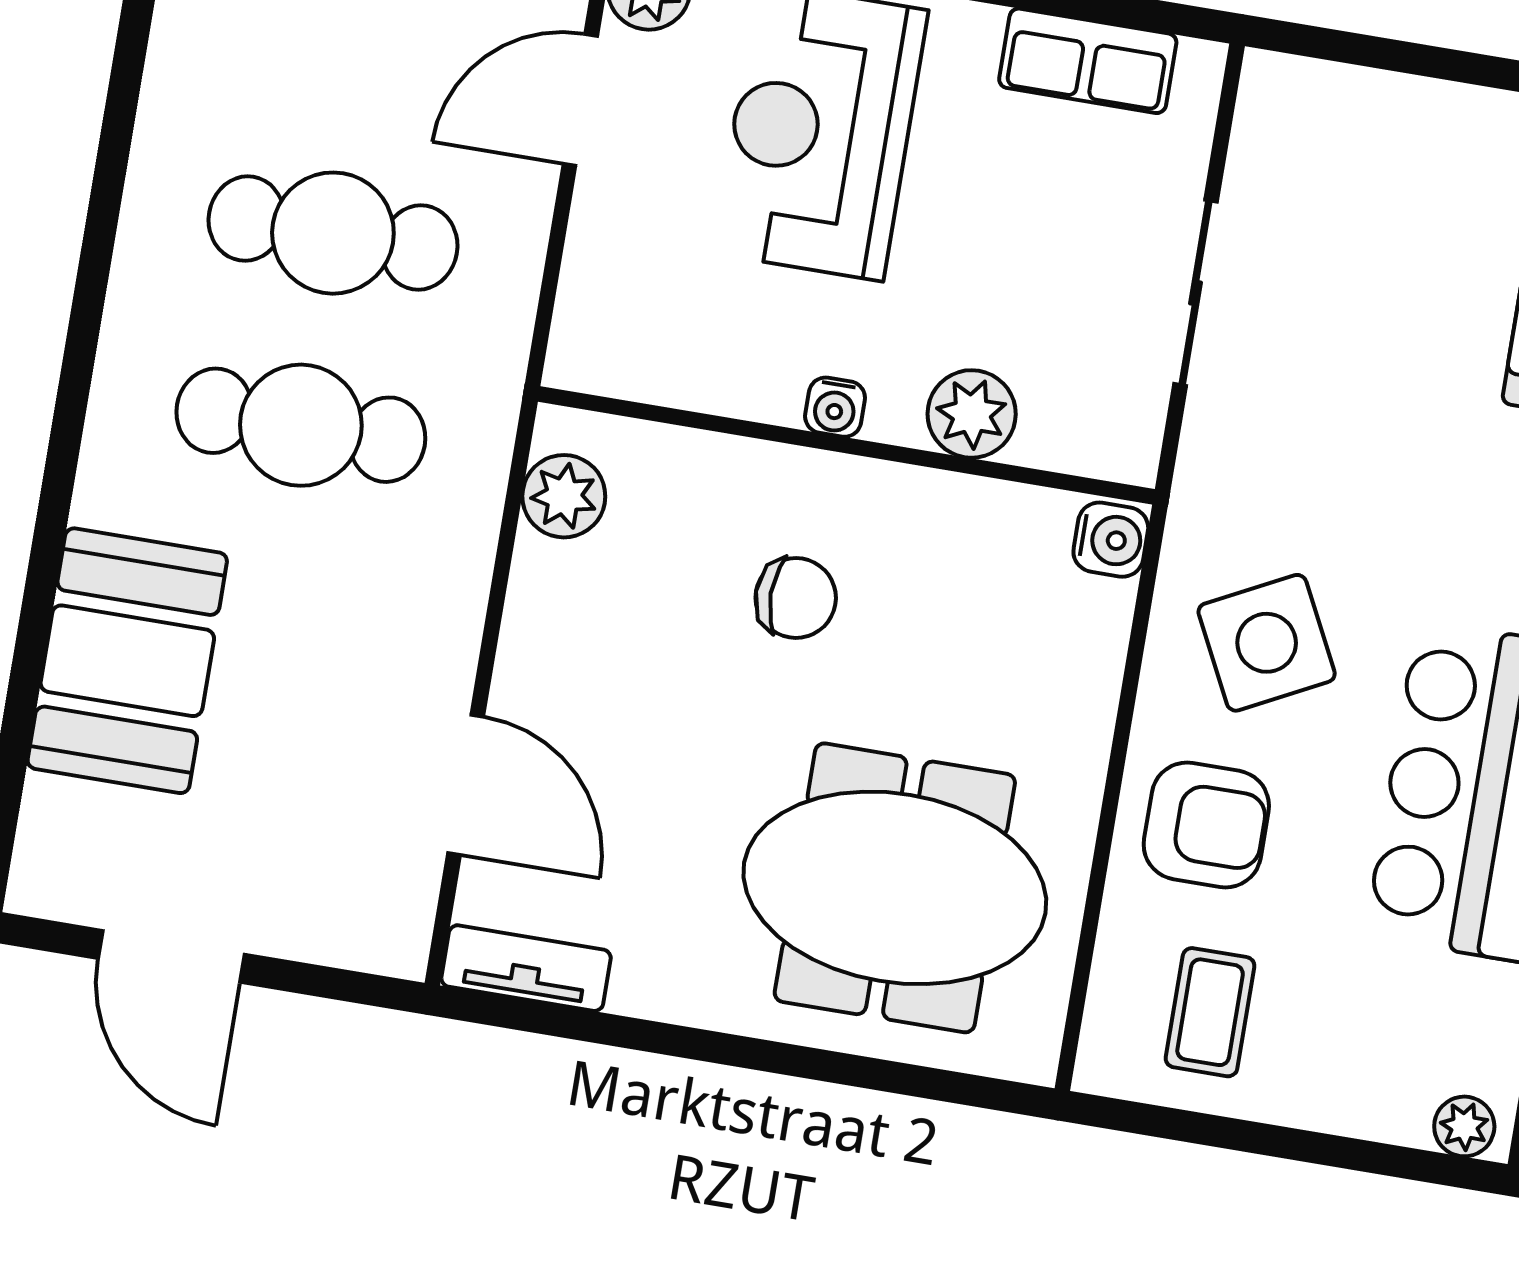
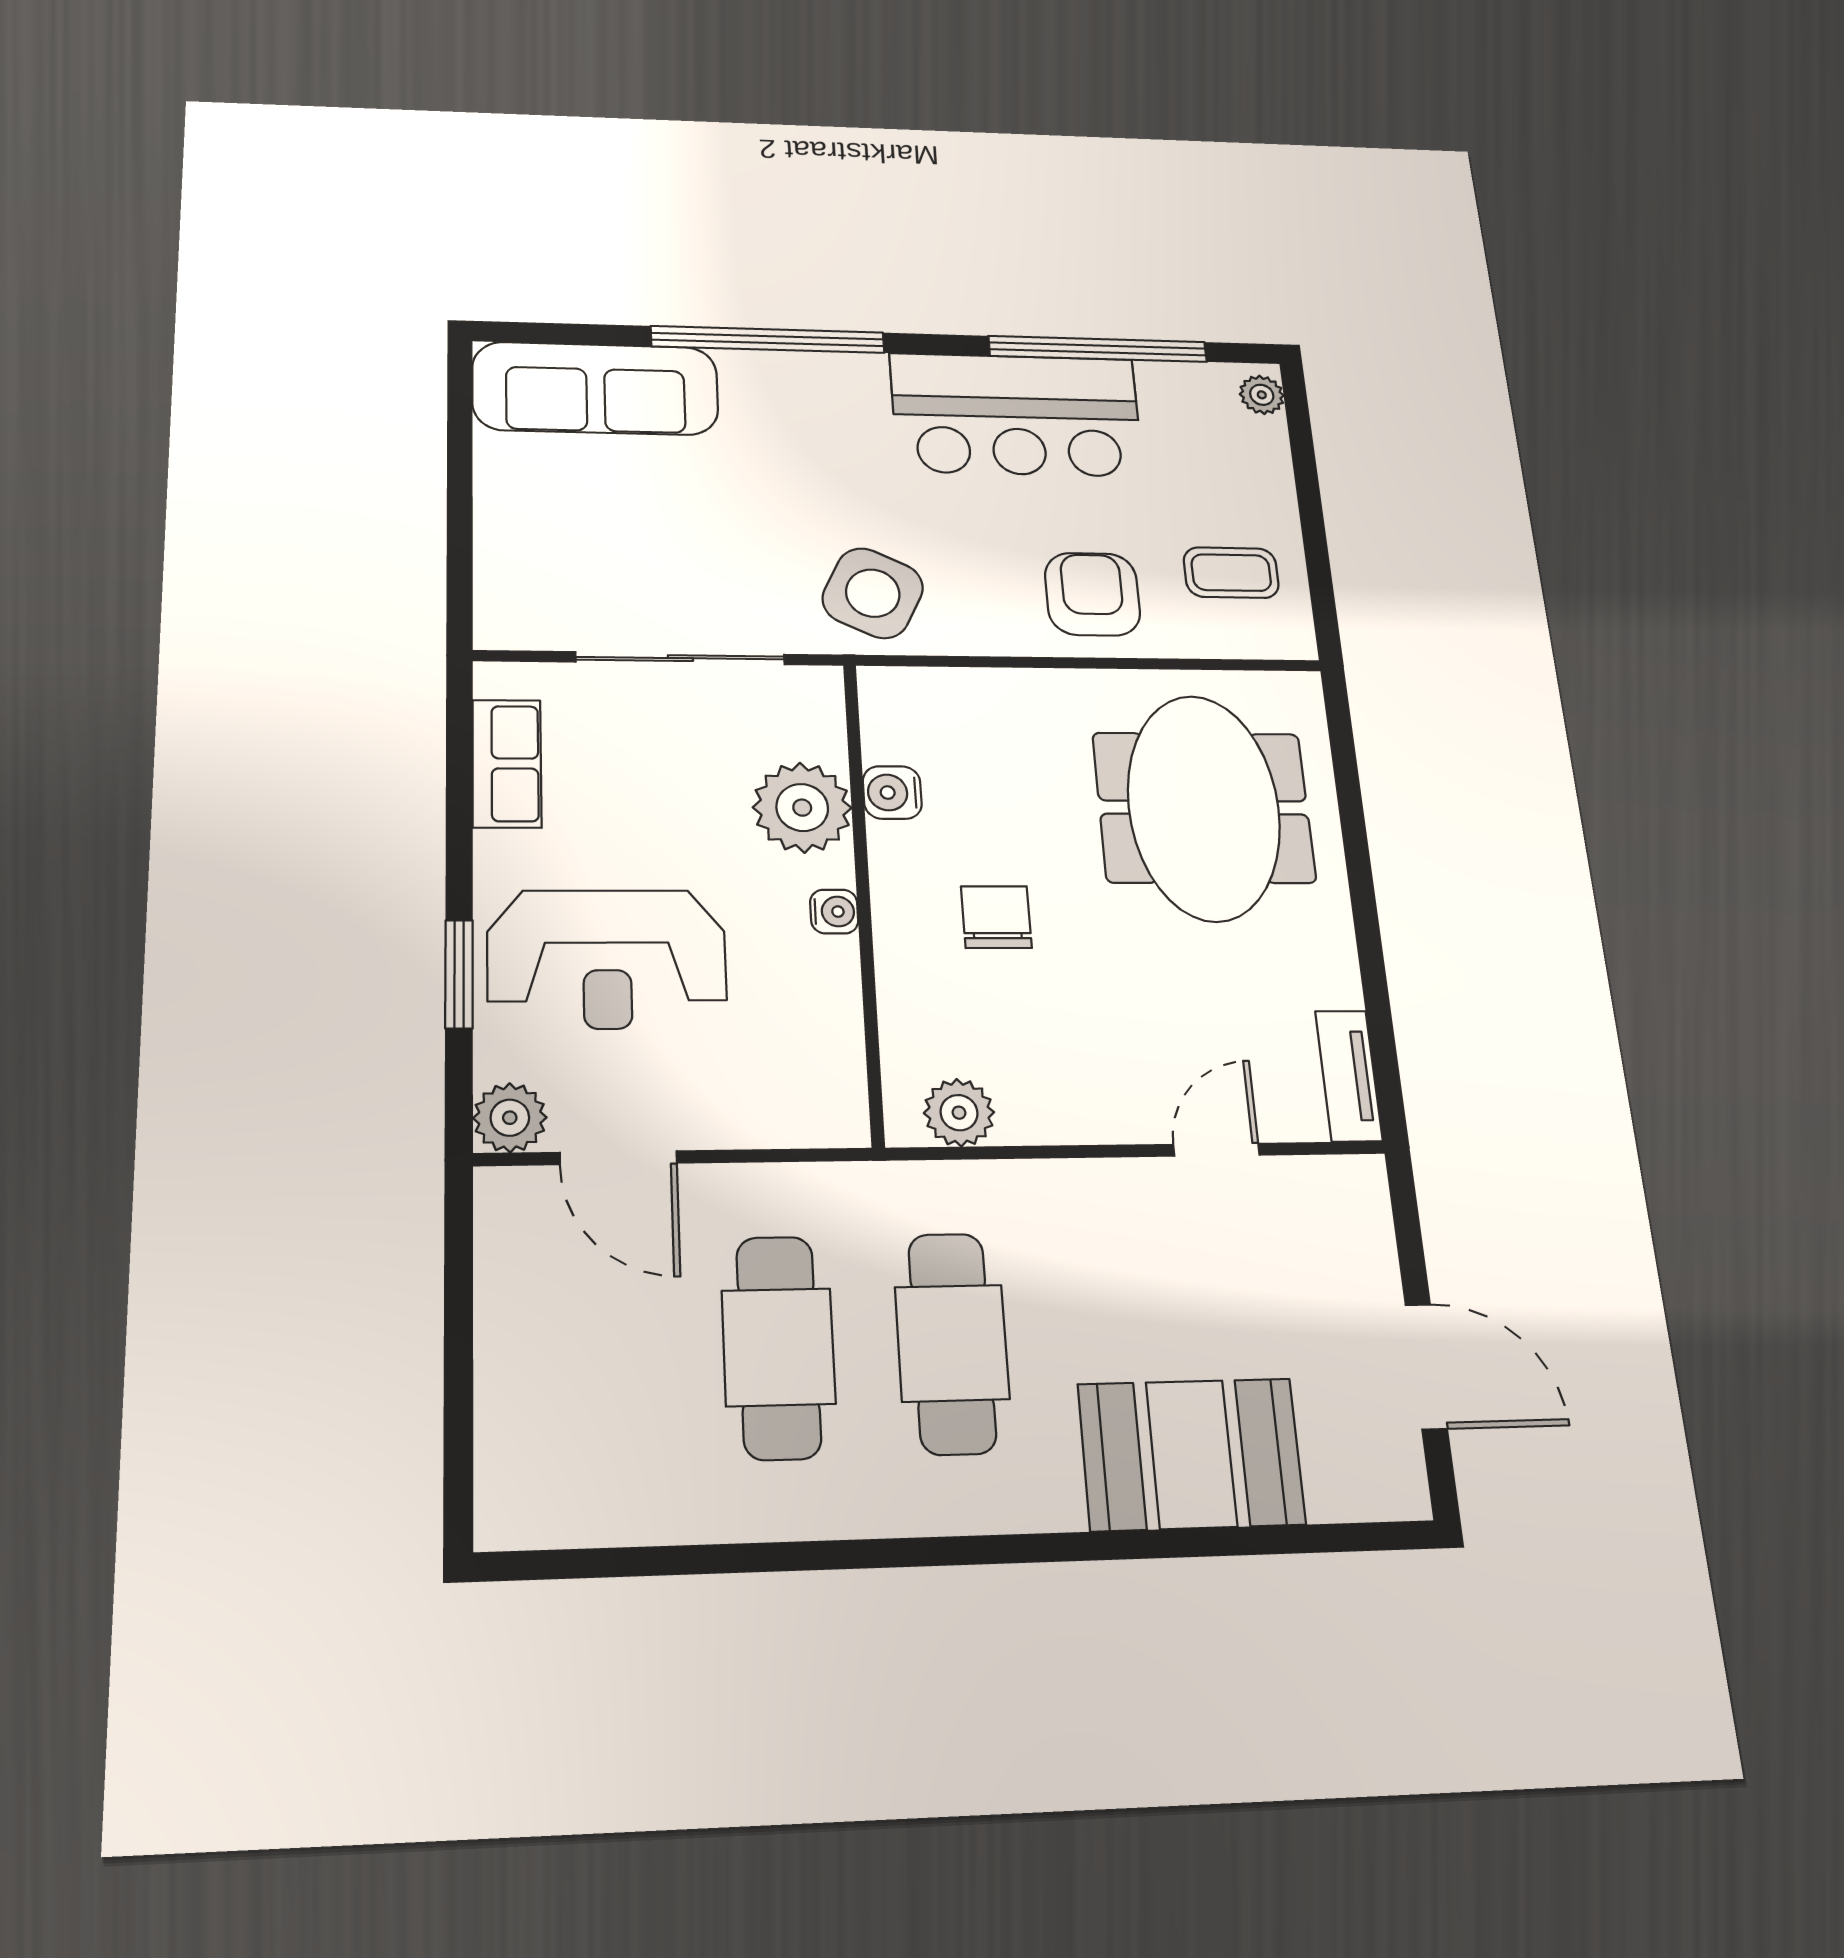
sliding door: (1196, 293) -> (680, 658), width x1.37
plant: (972, 414) -> (802, 808), width x1.36, depth x1.36
water cooler: (1111, 540) -> (892, 793), moved, turned -90
side table: (1267, 643) -> (873, 593), moved, turned -37
door: (466, 785) -> (1216, 1150), width x0.73
door: (171, 956) -> (1426, 1366), hinge flipped

